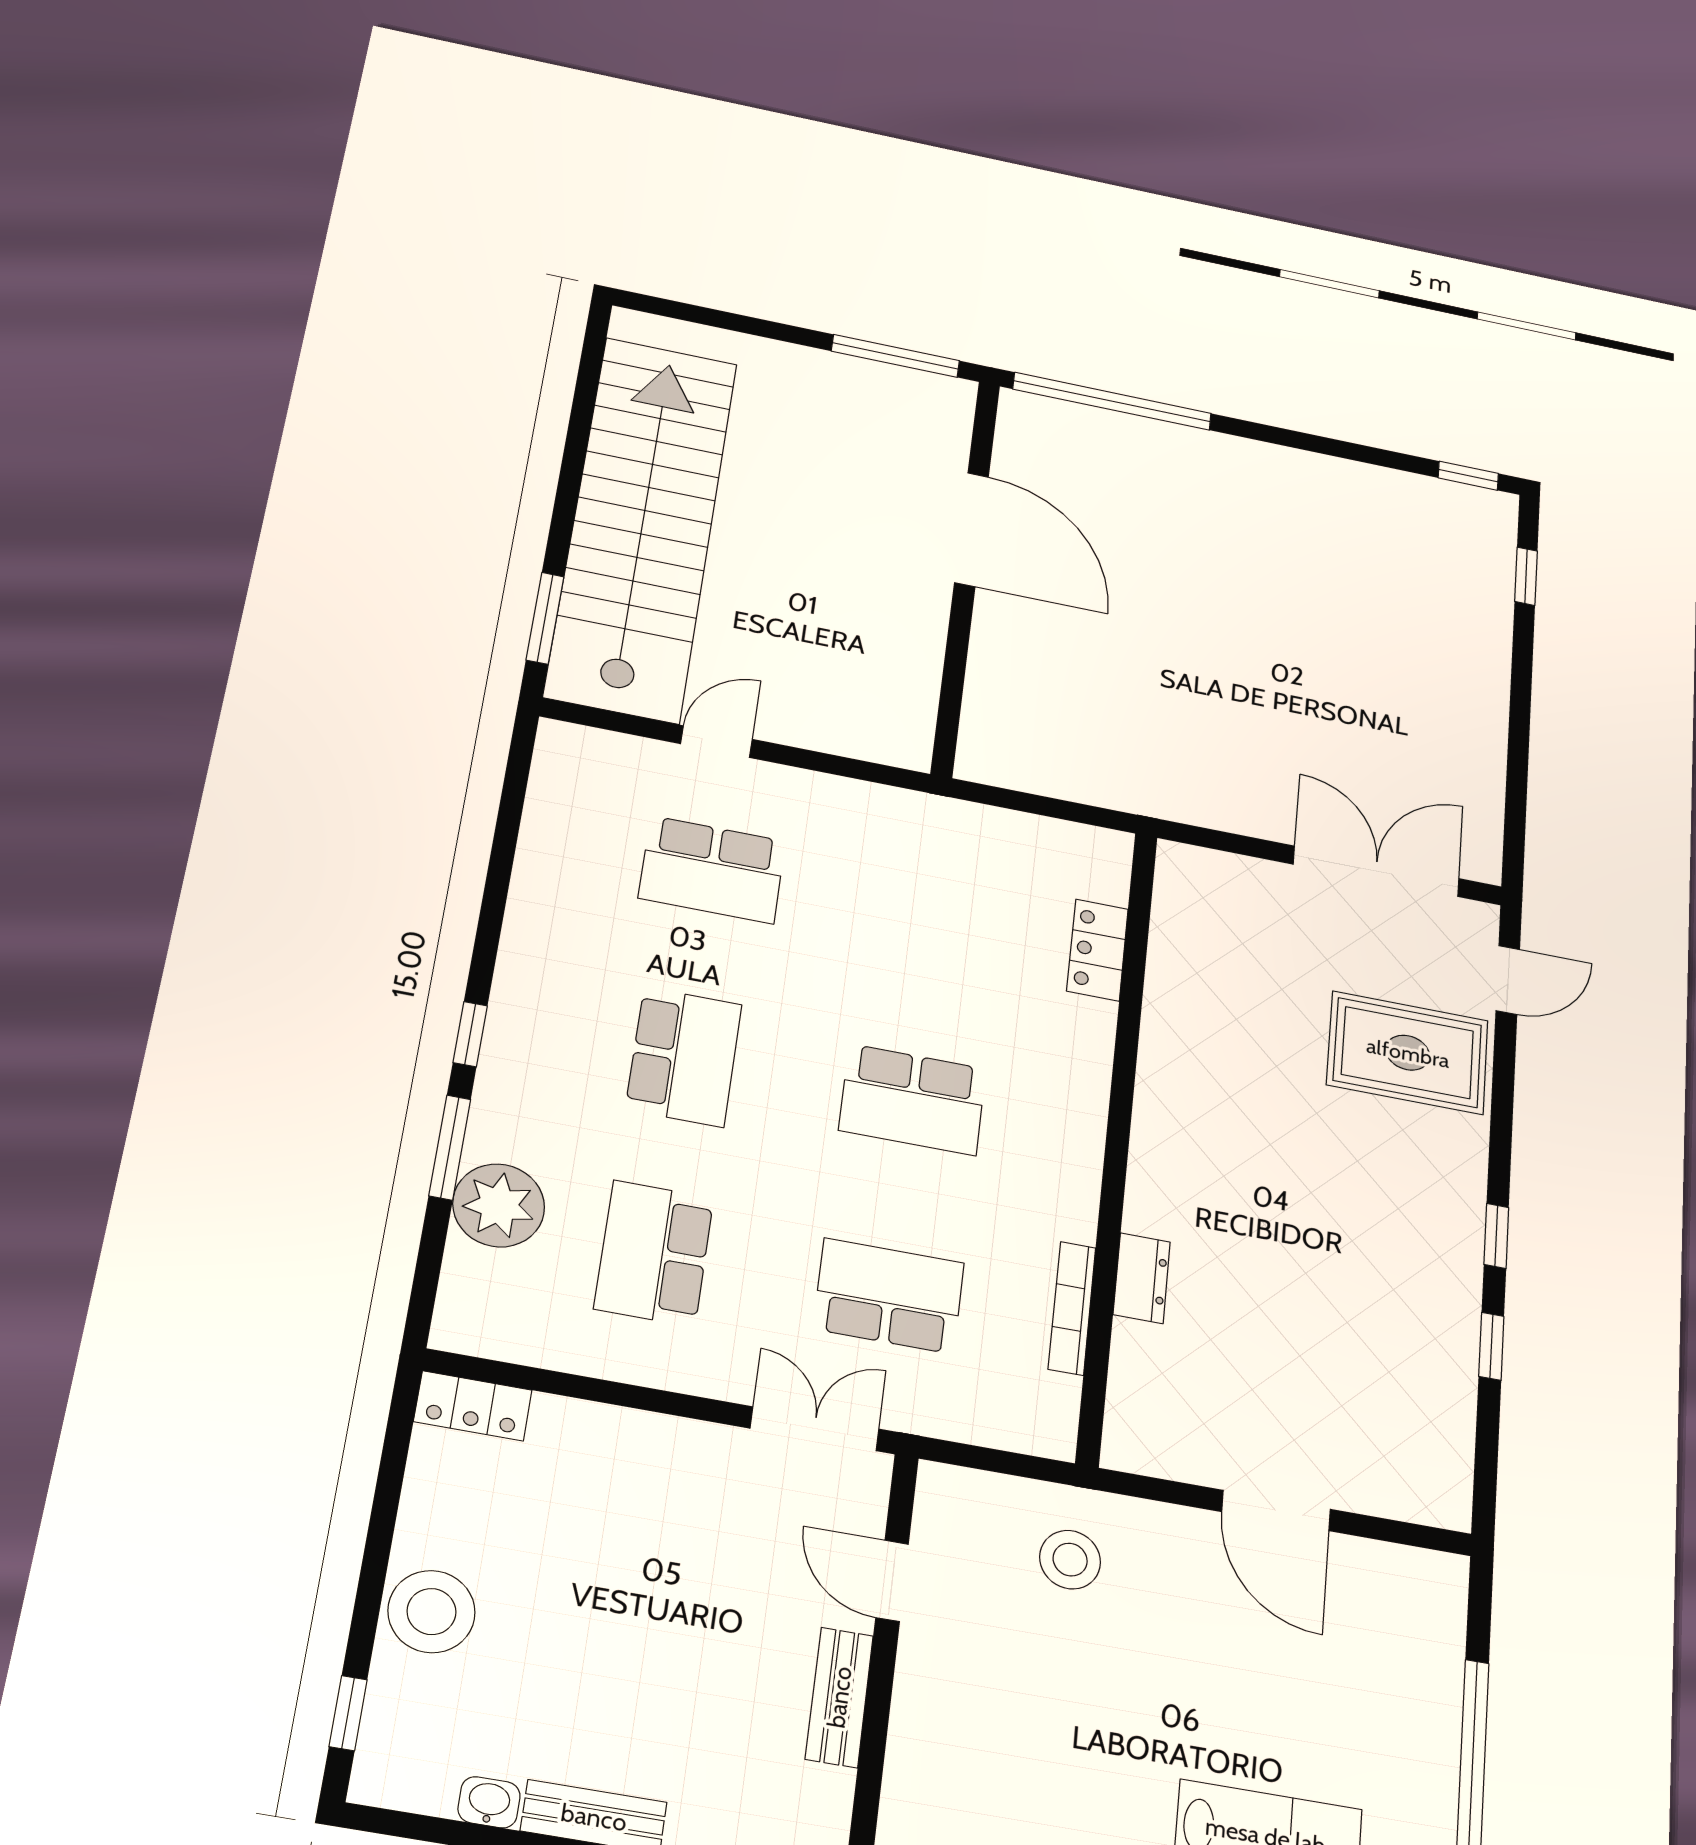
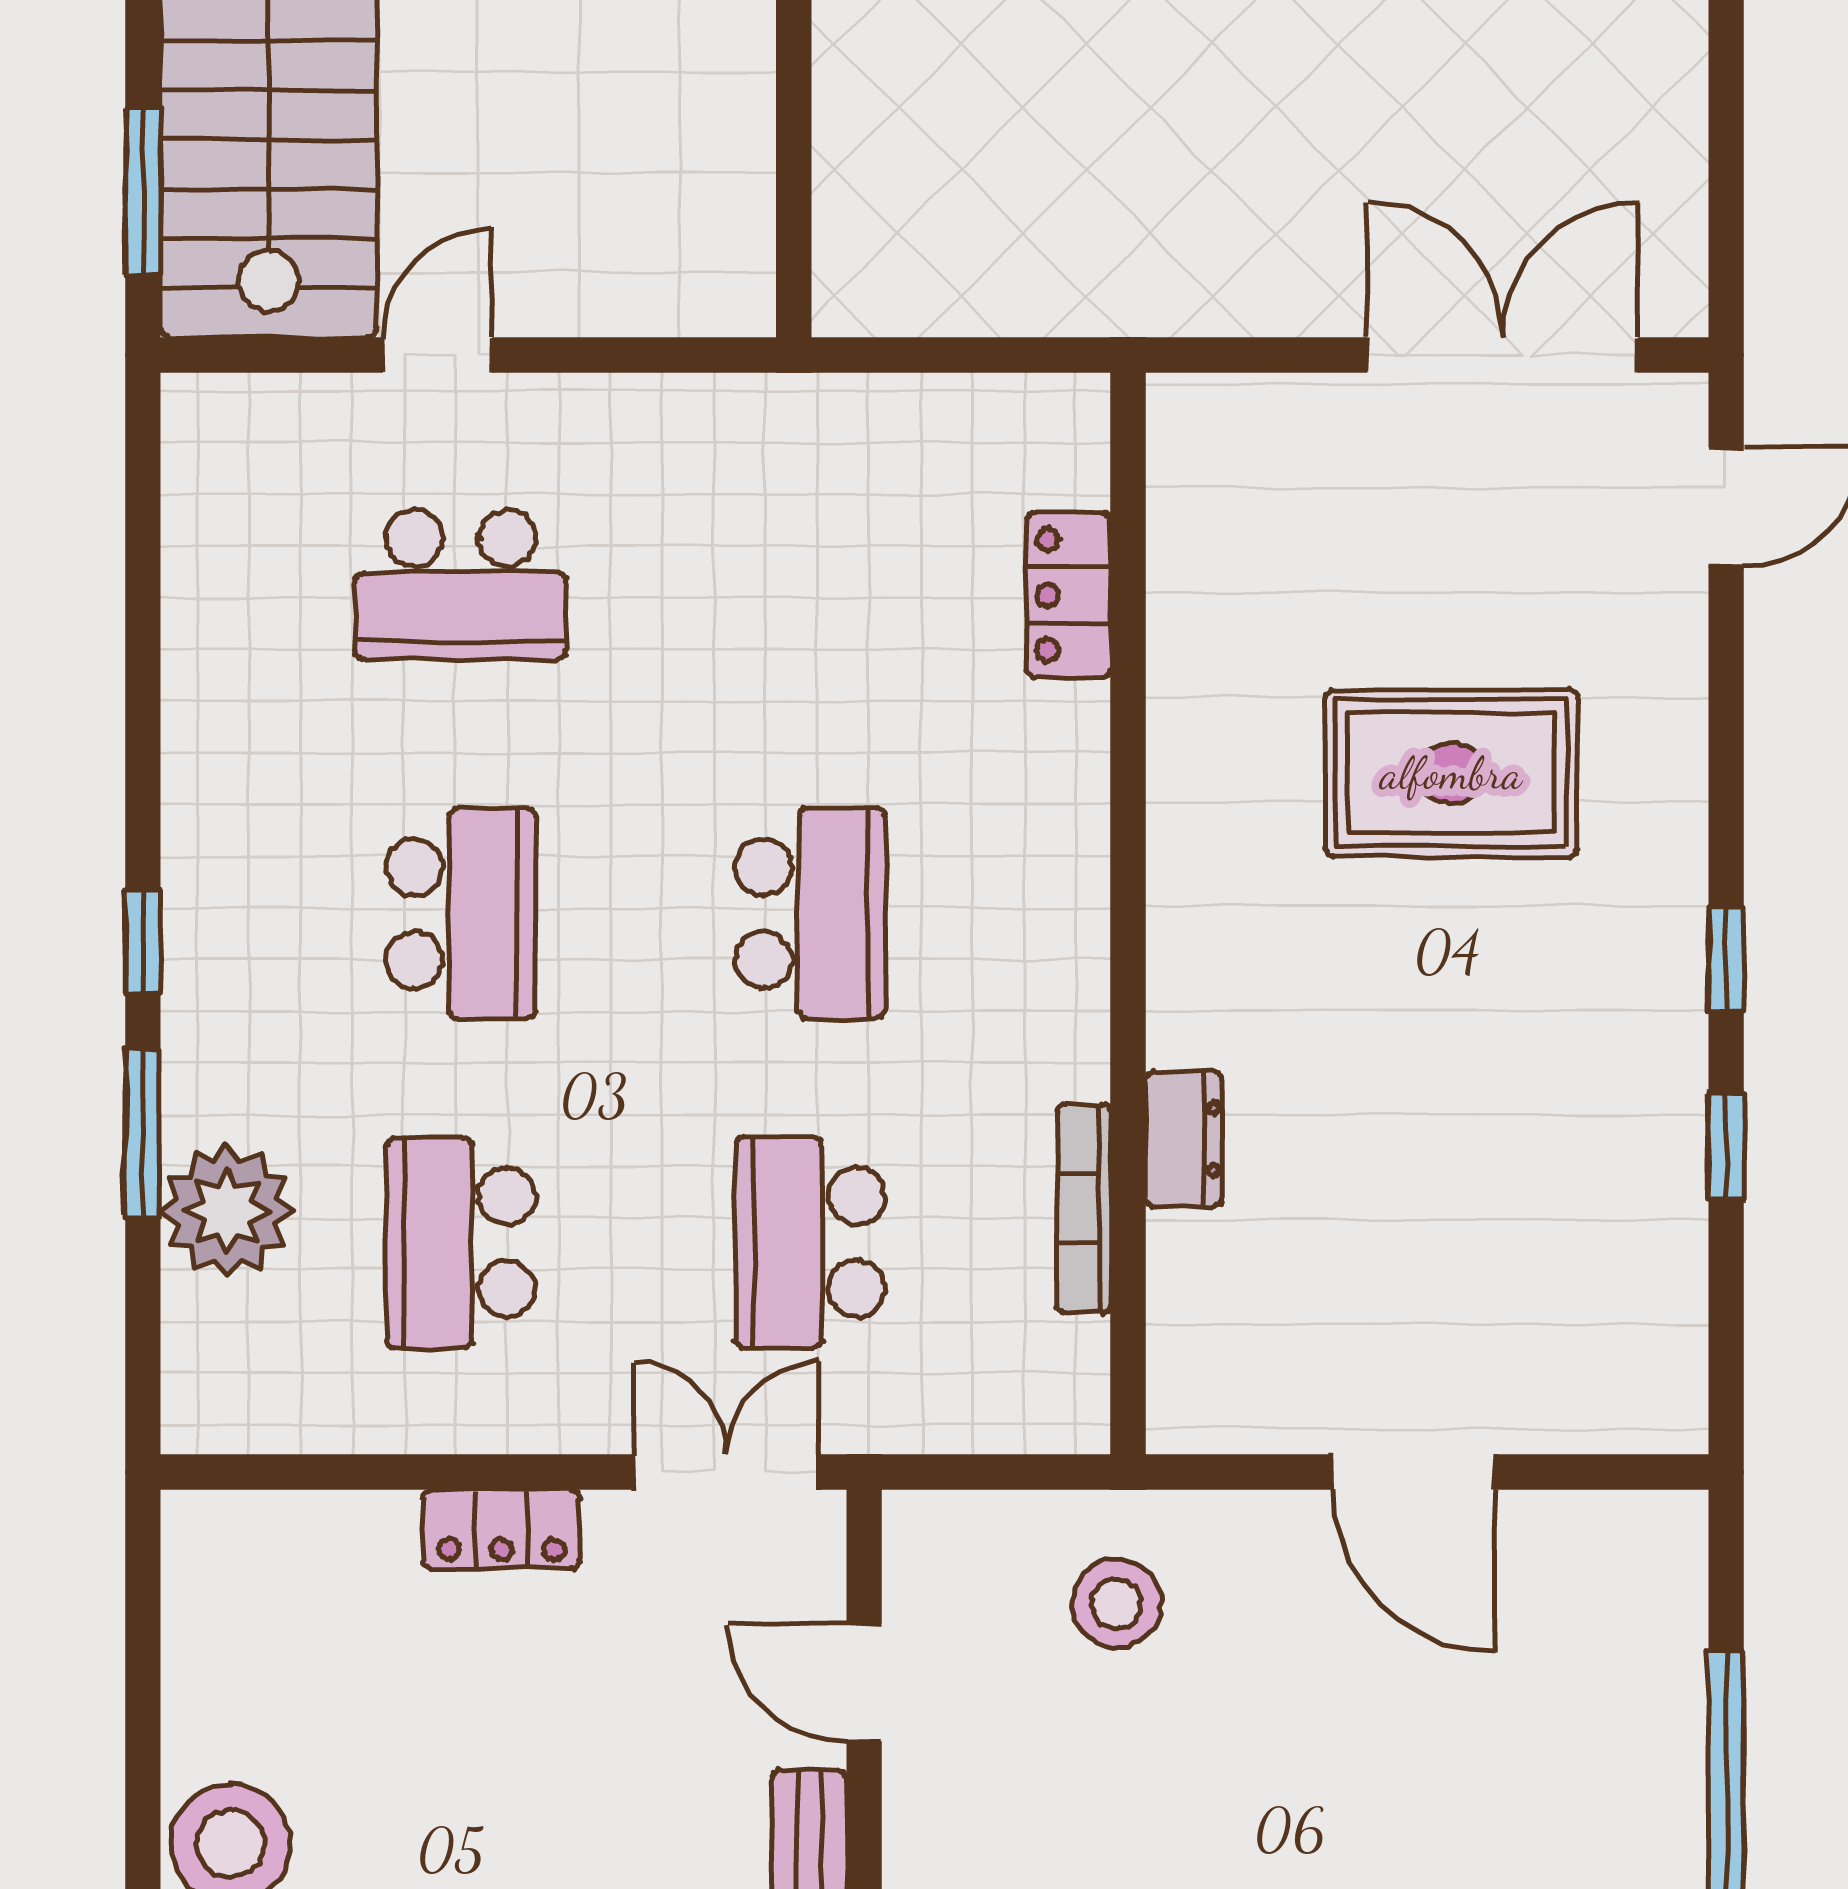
rug: (1408, 1053) -> (1451, 773), moved
school desk: (913, 1099) -> (810, 913), turned -90
school desk: (889, 1296) -> (810, 1242), turned -90
locker: (473, 1406) -> (501, 1529), moved

